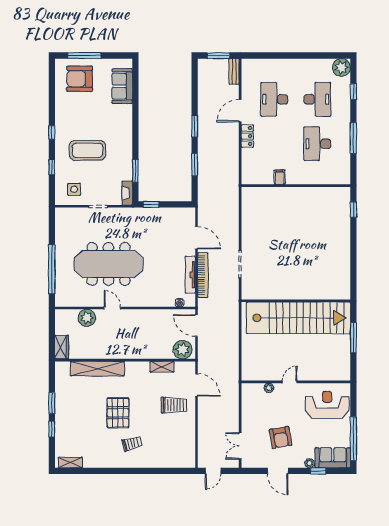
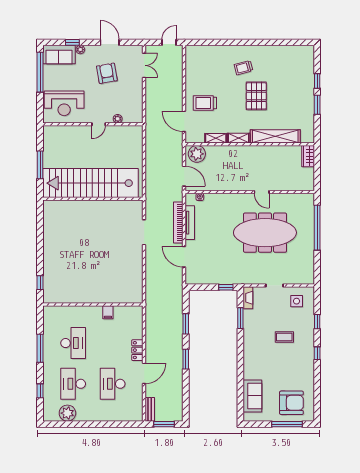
plant: (341, 67) -> (67, 413), moved
desk: (274, 99) -> (113, 384), turned 180
coffee table: (87, 150) -> (284, 337), width x0.54, depth x0.58
plant: (87, 318) -> (285, 183), removed
shelving: (70, 463) -> (239, 138), moved

